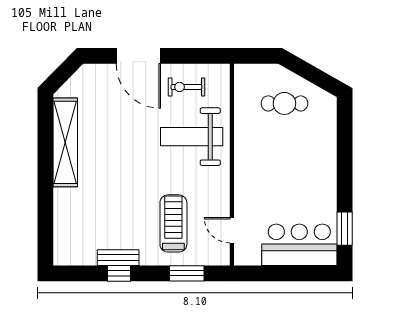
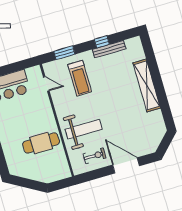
cafe table: (284, 103) -> (41, 143), moved, width x1.37, depth x1.35
shelving: (65, 142) -> (147, 85), moved
bench: (118, 258) -> (109, 49), width x1.36

